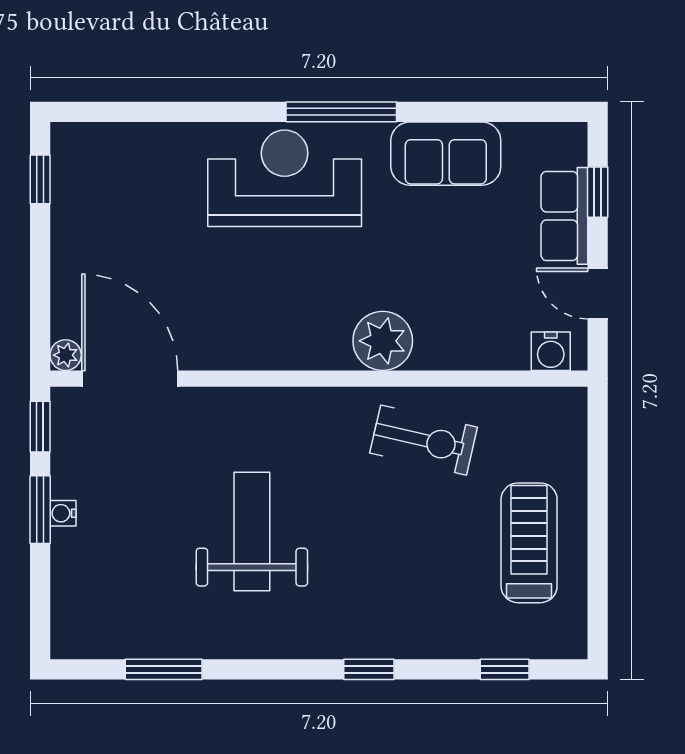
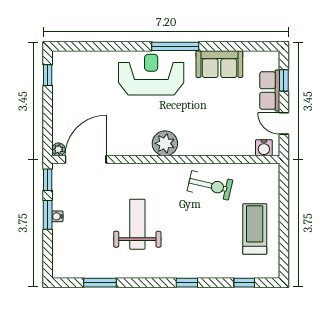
plant: (383, 341) -> (165, 143), moved
door: (130, 379) -> (86, 159), hinge flipped

